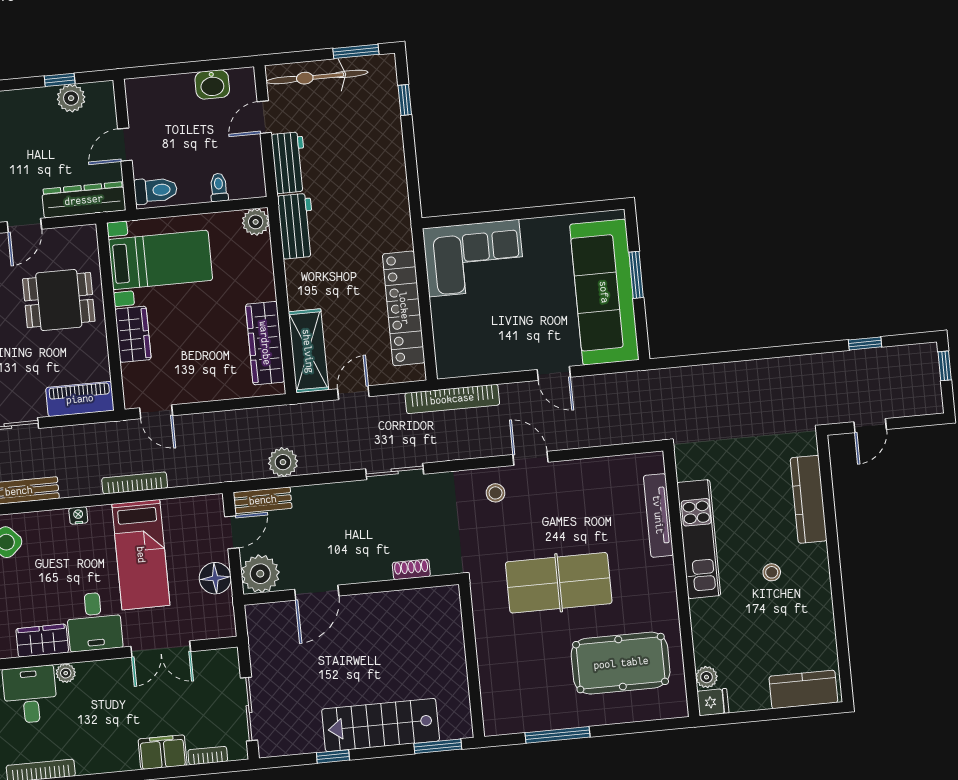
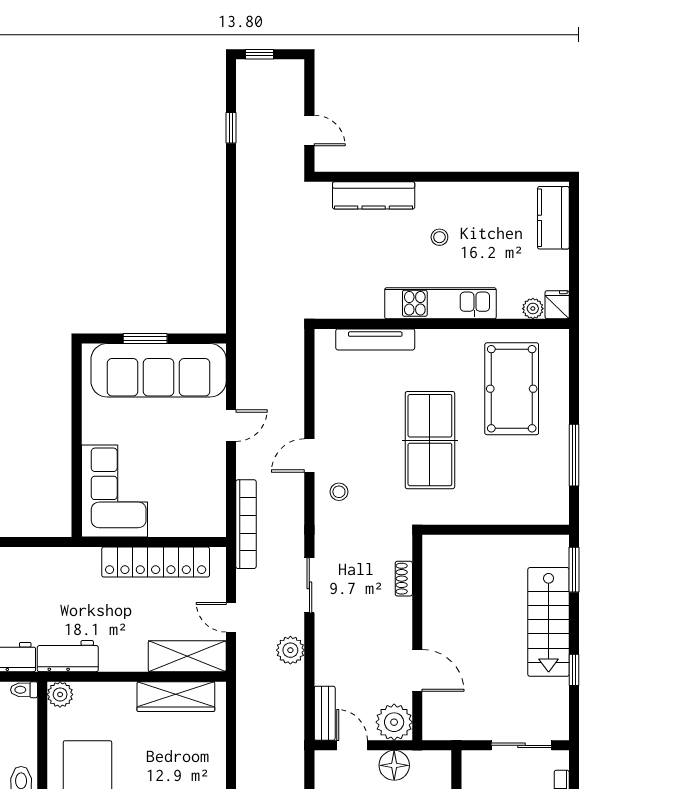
toilet: (219, 187) -> (24, 690), moved
plant: (283, 462) -> (290, 650), moved
kitchen unit: (699, 539) -> (440, 303), moved

